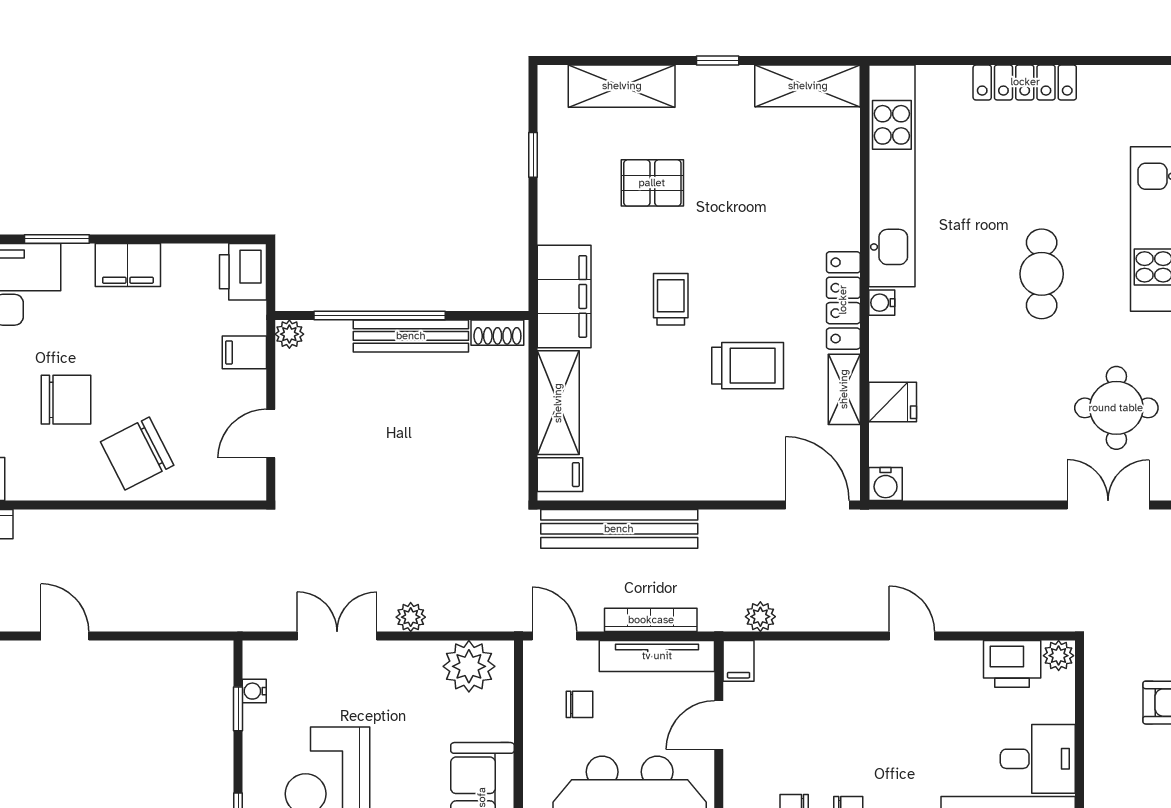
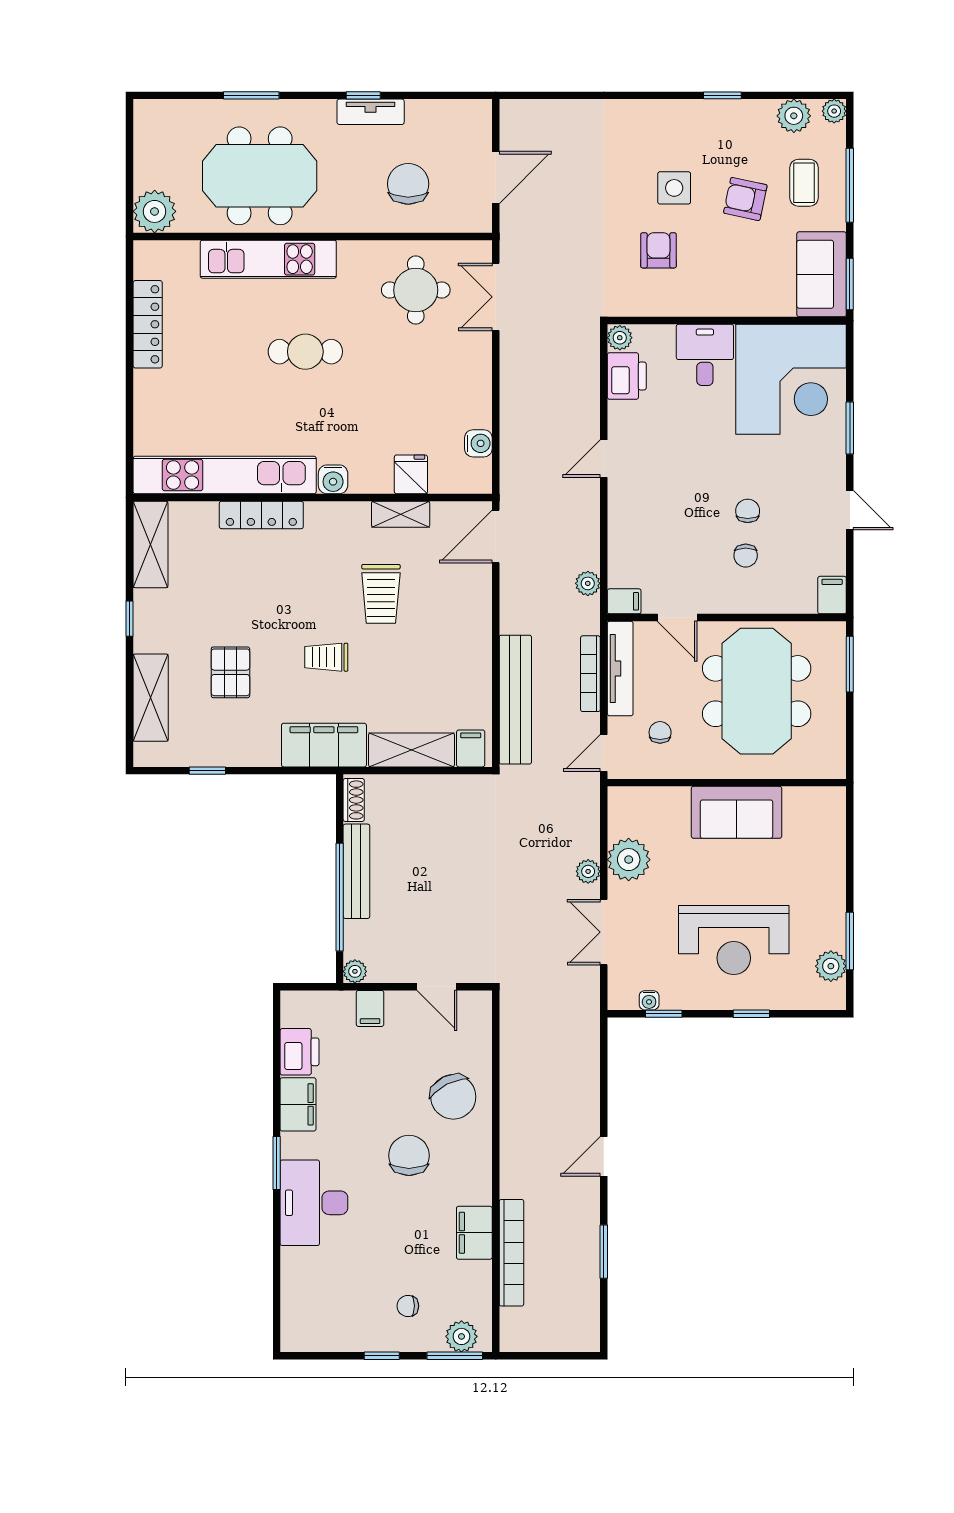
locker: (1025, 82) -> (148, 324), moved
printer: (243, 272) -> (300, 1052), moved, turned -90
locker: (843, 300) -> (261, 515), moved
water cooler: (882, 303) -> (333, 479), width x1.38, depth x1.38
trolley: (748, 366) -> (381, 594), turned 180
water cooler: (886, 484) -> (478, 443), moved
plant: (469, 666) -> (629, 860), moved

